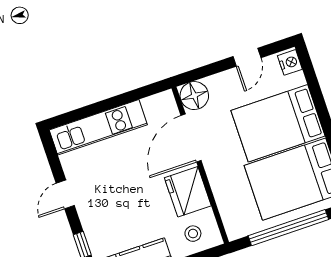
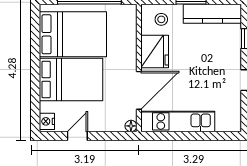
floor lamp: (194, 96) -> (131, 126), width x0.53, depth x0.53
kitchen unit: (98, 127) -> (178, 121), moved

